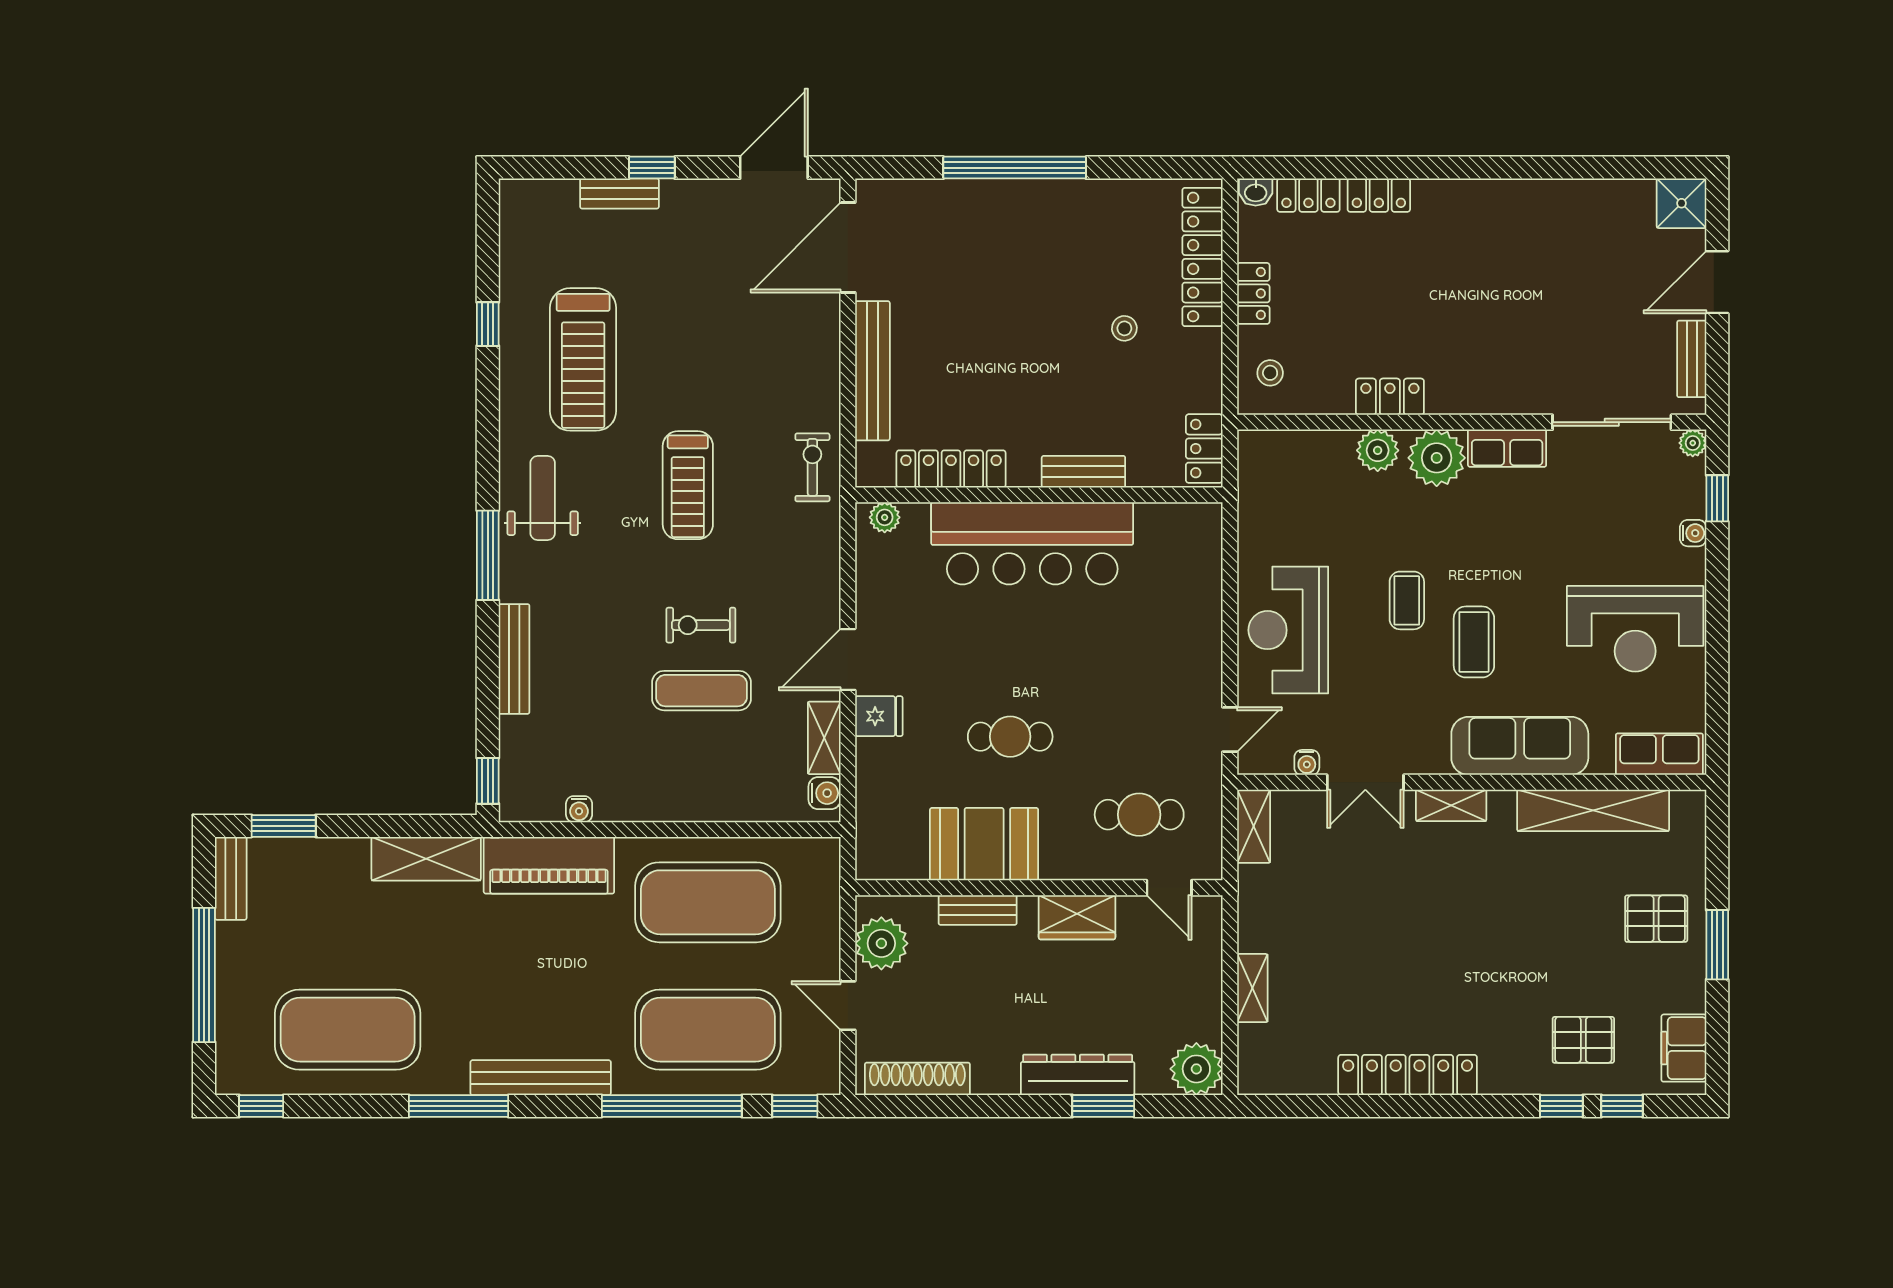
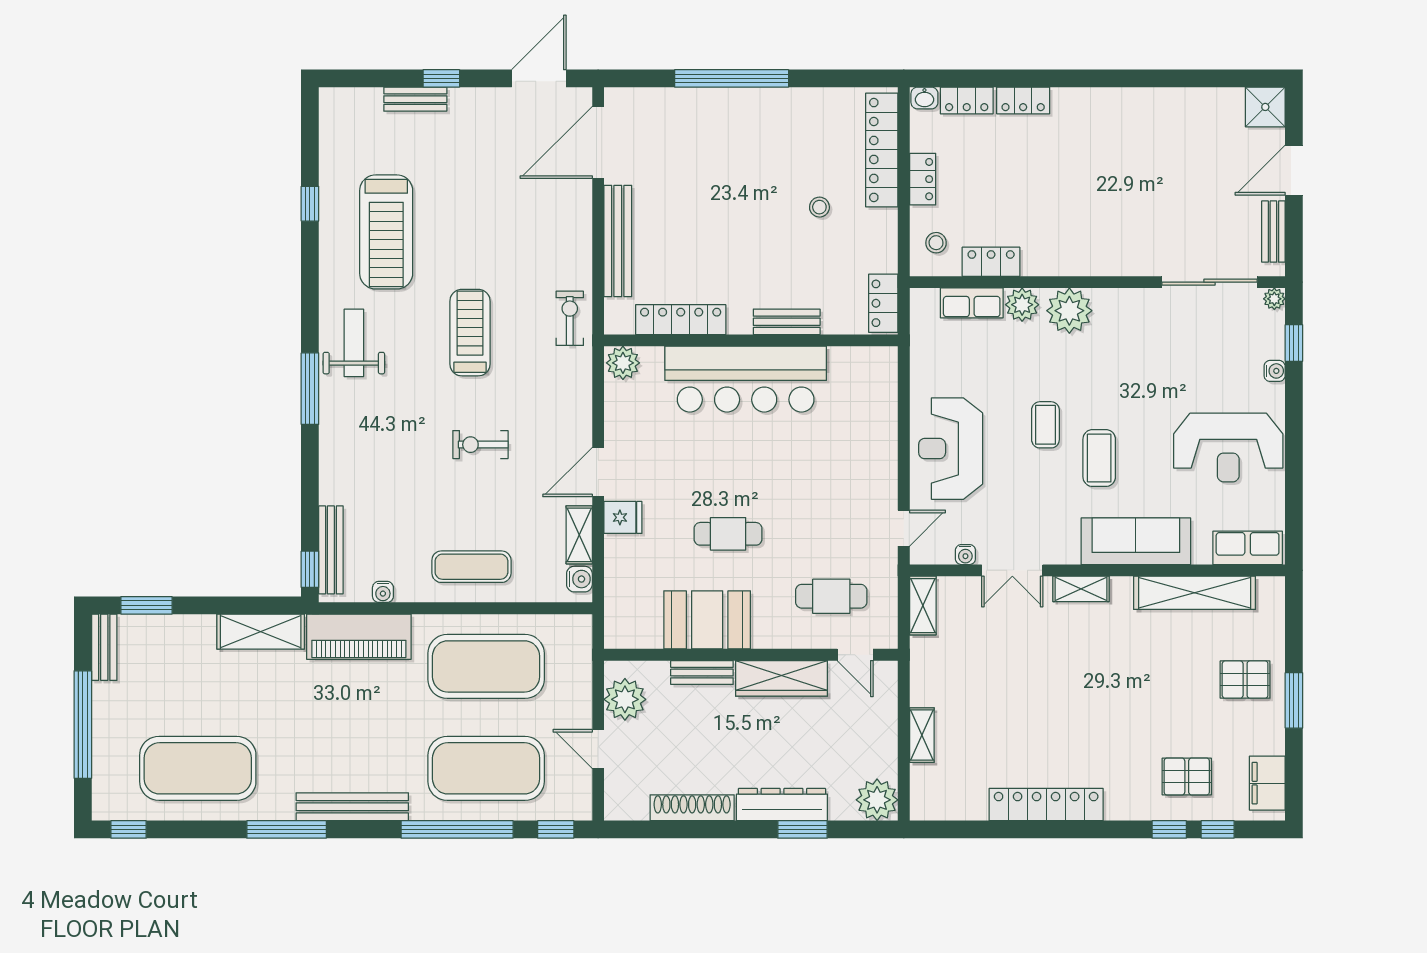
locker: (1390, 397) -> (991, 262), moved
row of seats: (1507, 448) -> (972, 303), moved
treadmill: (688, 485) -> (470, 333), turned 180
plant: (885, 517) -> (623, 363), width x1.38, depth x1.38
bench: (514, 659) -> (331, 550), moved
exercise mat: (702, 691) -> (471, 567), moved
wardrobe: (1077, 917) -> (782, 678), width x1.50
shoe rack: (917, 1079) -> (692, 808), moved

